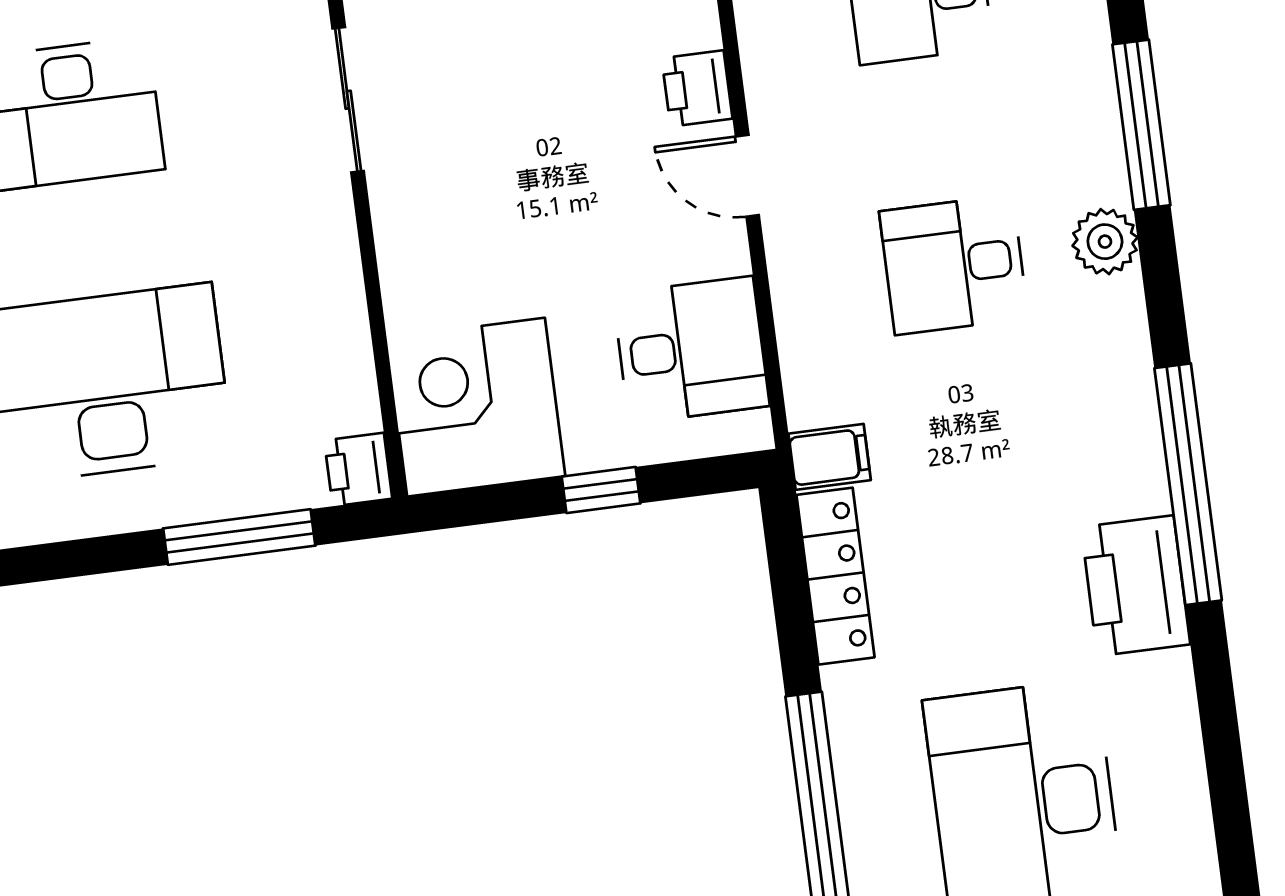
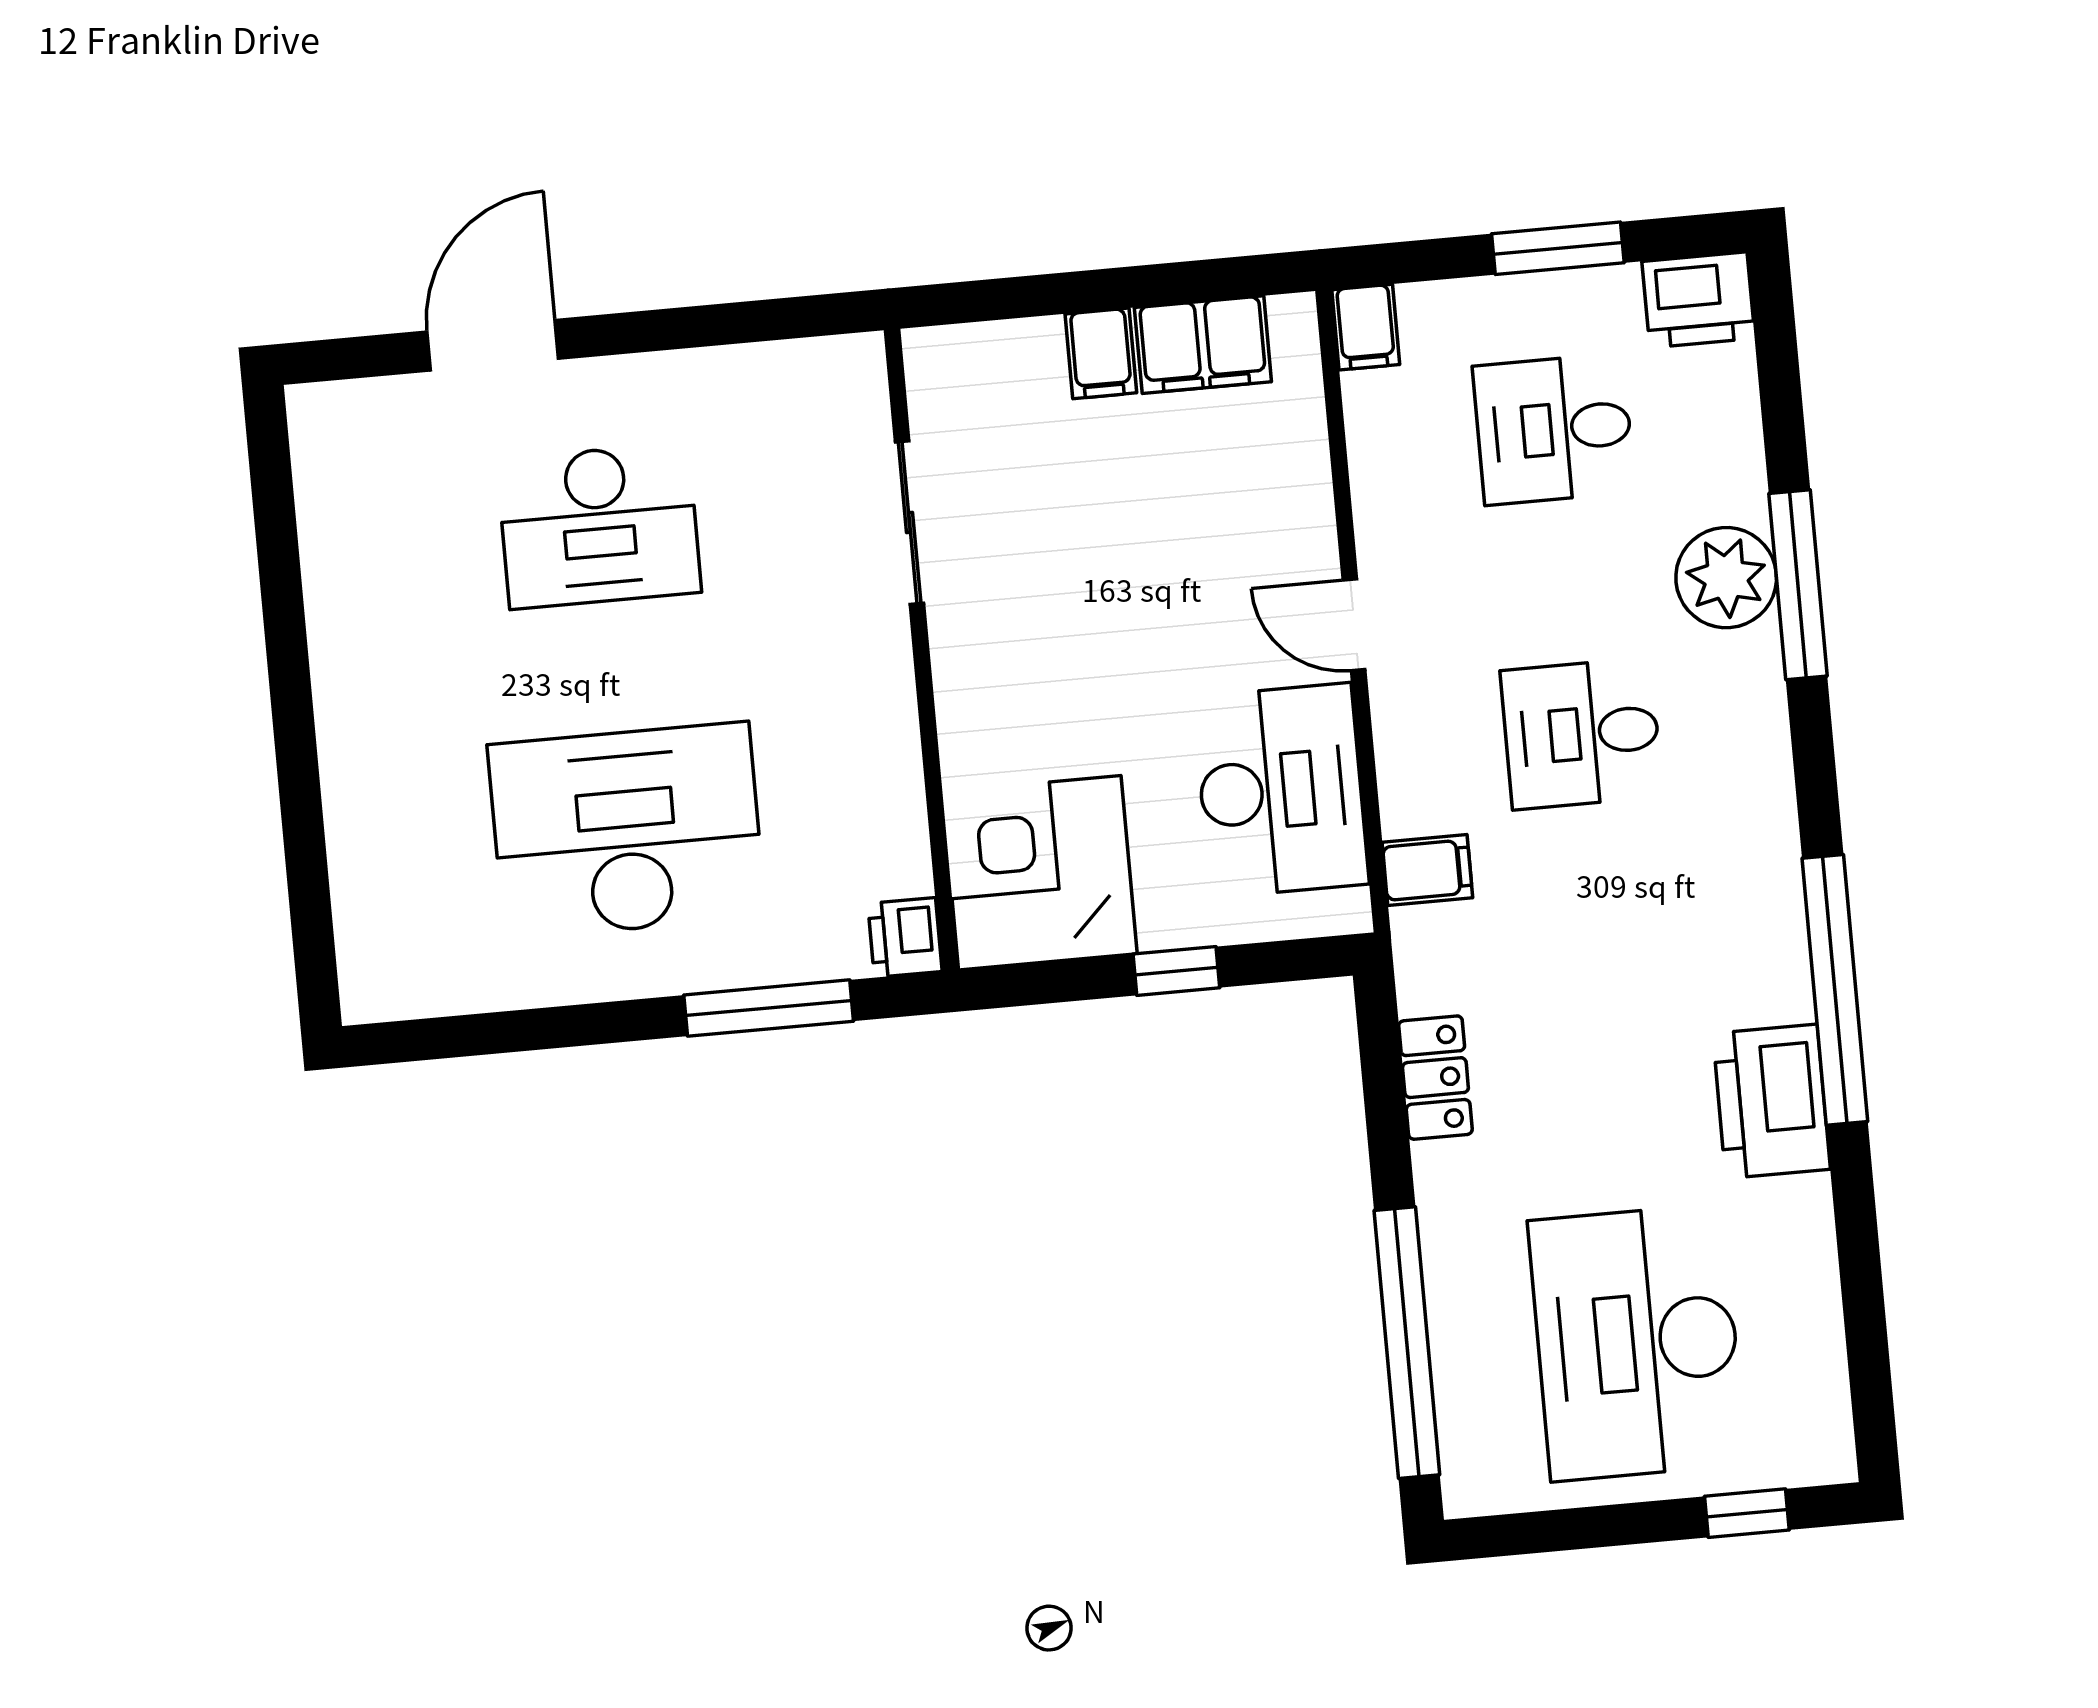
printer: (697, 88) -> (1301, 525), removed
plant: (1105, 242) -> (1726, 578), moved, width x1.36, depth x1.36
desk: (691, 350) -> (1281, 790), width x1.37
filing cabinet: (830, 457) -> (1427, 870), moved
locker: (835, 576) -> (1435, 1078), width x0.66

